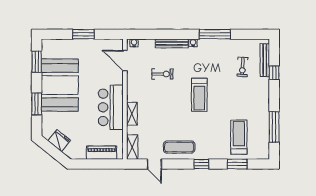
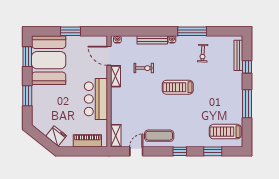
exercise bike: (243, 67) -> (203, 53), moved
booth: (60, 85) -> (49, 60), moved
treadmill: (199, 95) -> (178, 87), turned 90
shelving: (132, 114) -> (115, 76), moved
window: (274, 127) -> (247, 104), moved
treadmill: (239, 137) -> (225, 132), moved, turned -90
fridge: (59, 141) -> (56, 136), moved
door: (154, 164) -> (136, 151), swing flipped

